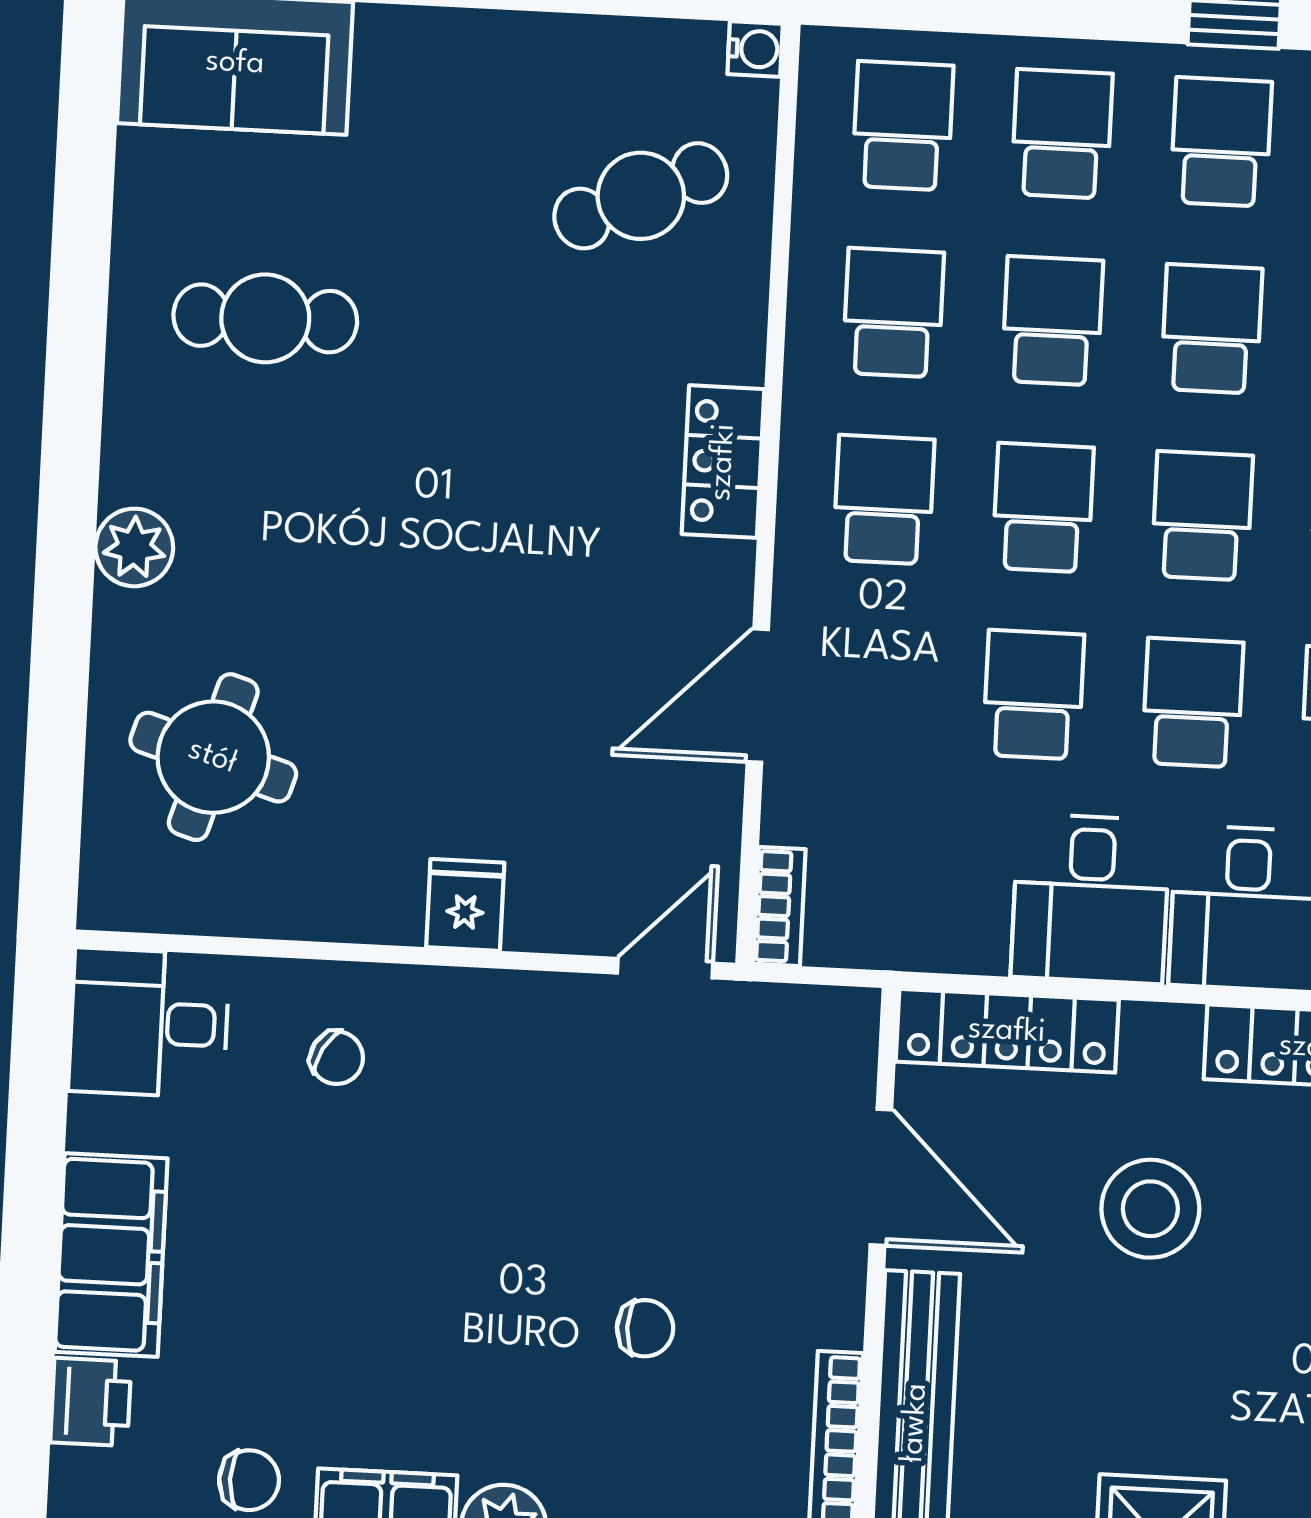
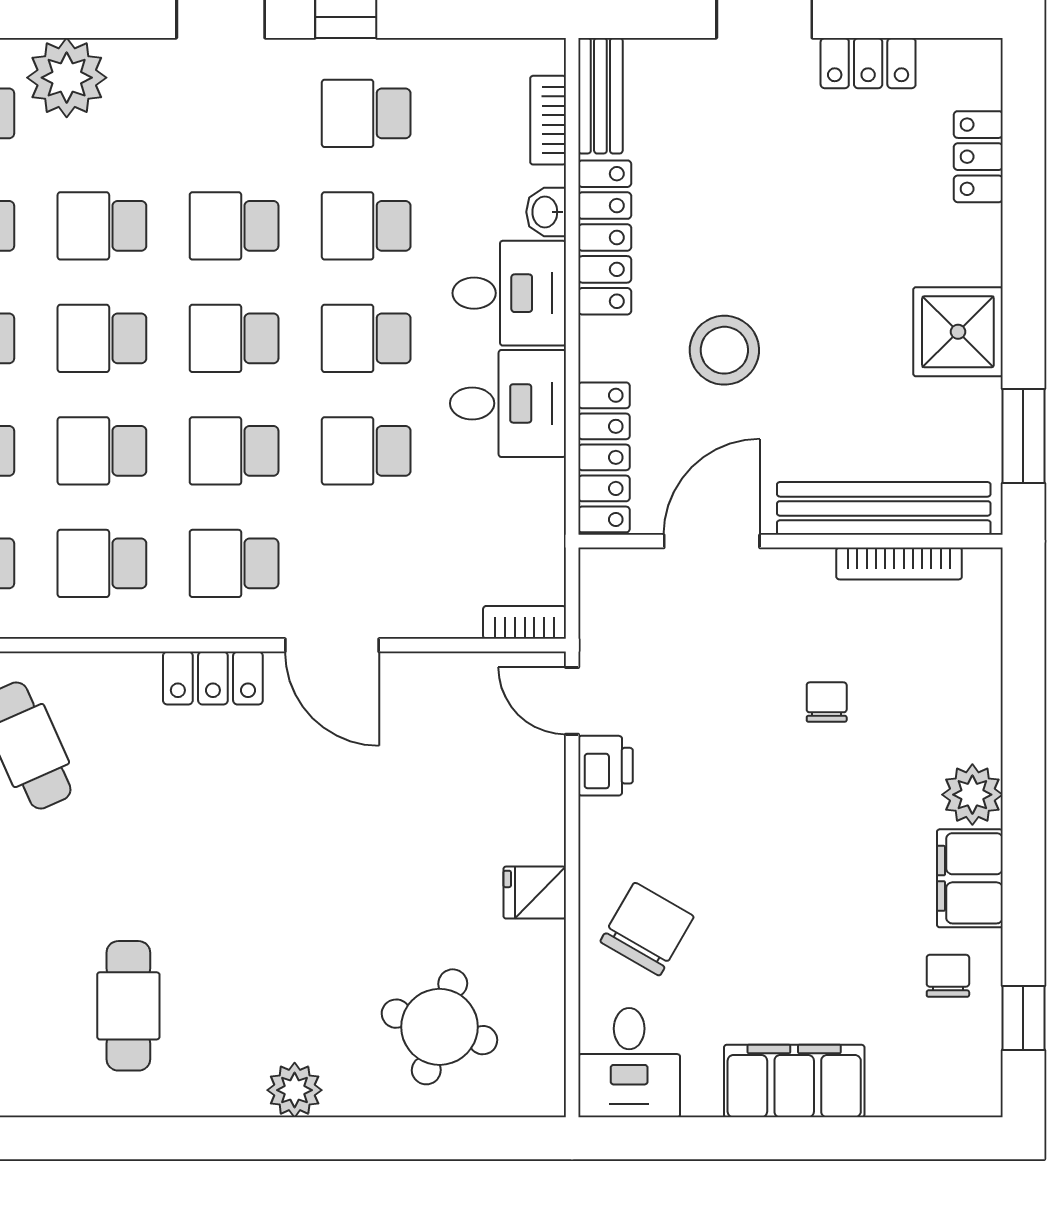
door: (758, 696) -> (332, 645), moved
fridge: (465, 905) -> (535, 893), moved
chair: (337, 1058) -> (647, 929), width x1.87, depth x1.87
printer: (91, 1402) -> (606, 766), moved, turned 90

